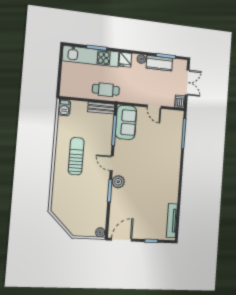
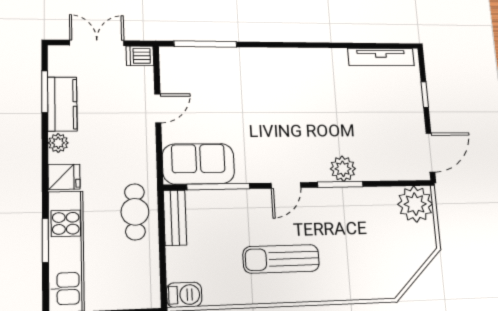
plant: (118, 182) -> (343, 169), moved
plant: (100, 232) -> (415, 204), width x1.88, depth x1.88
door: (122, 240) -> (430, 153), swing flipped

